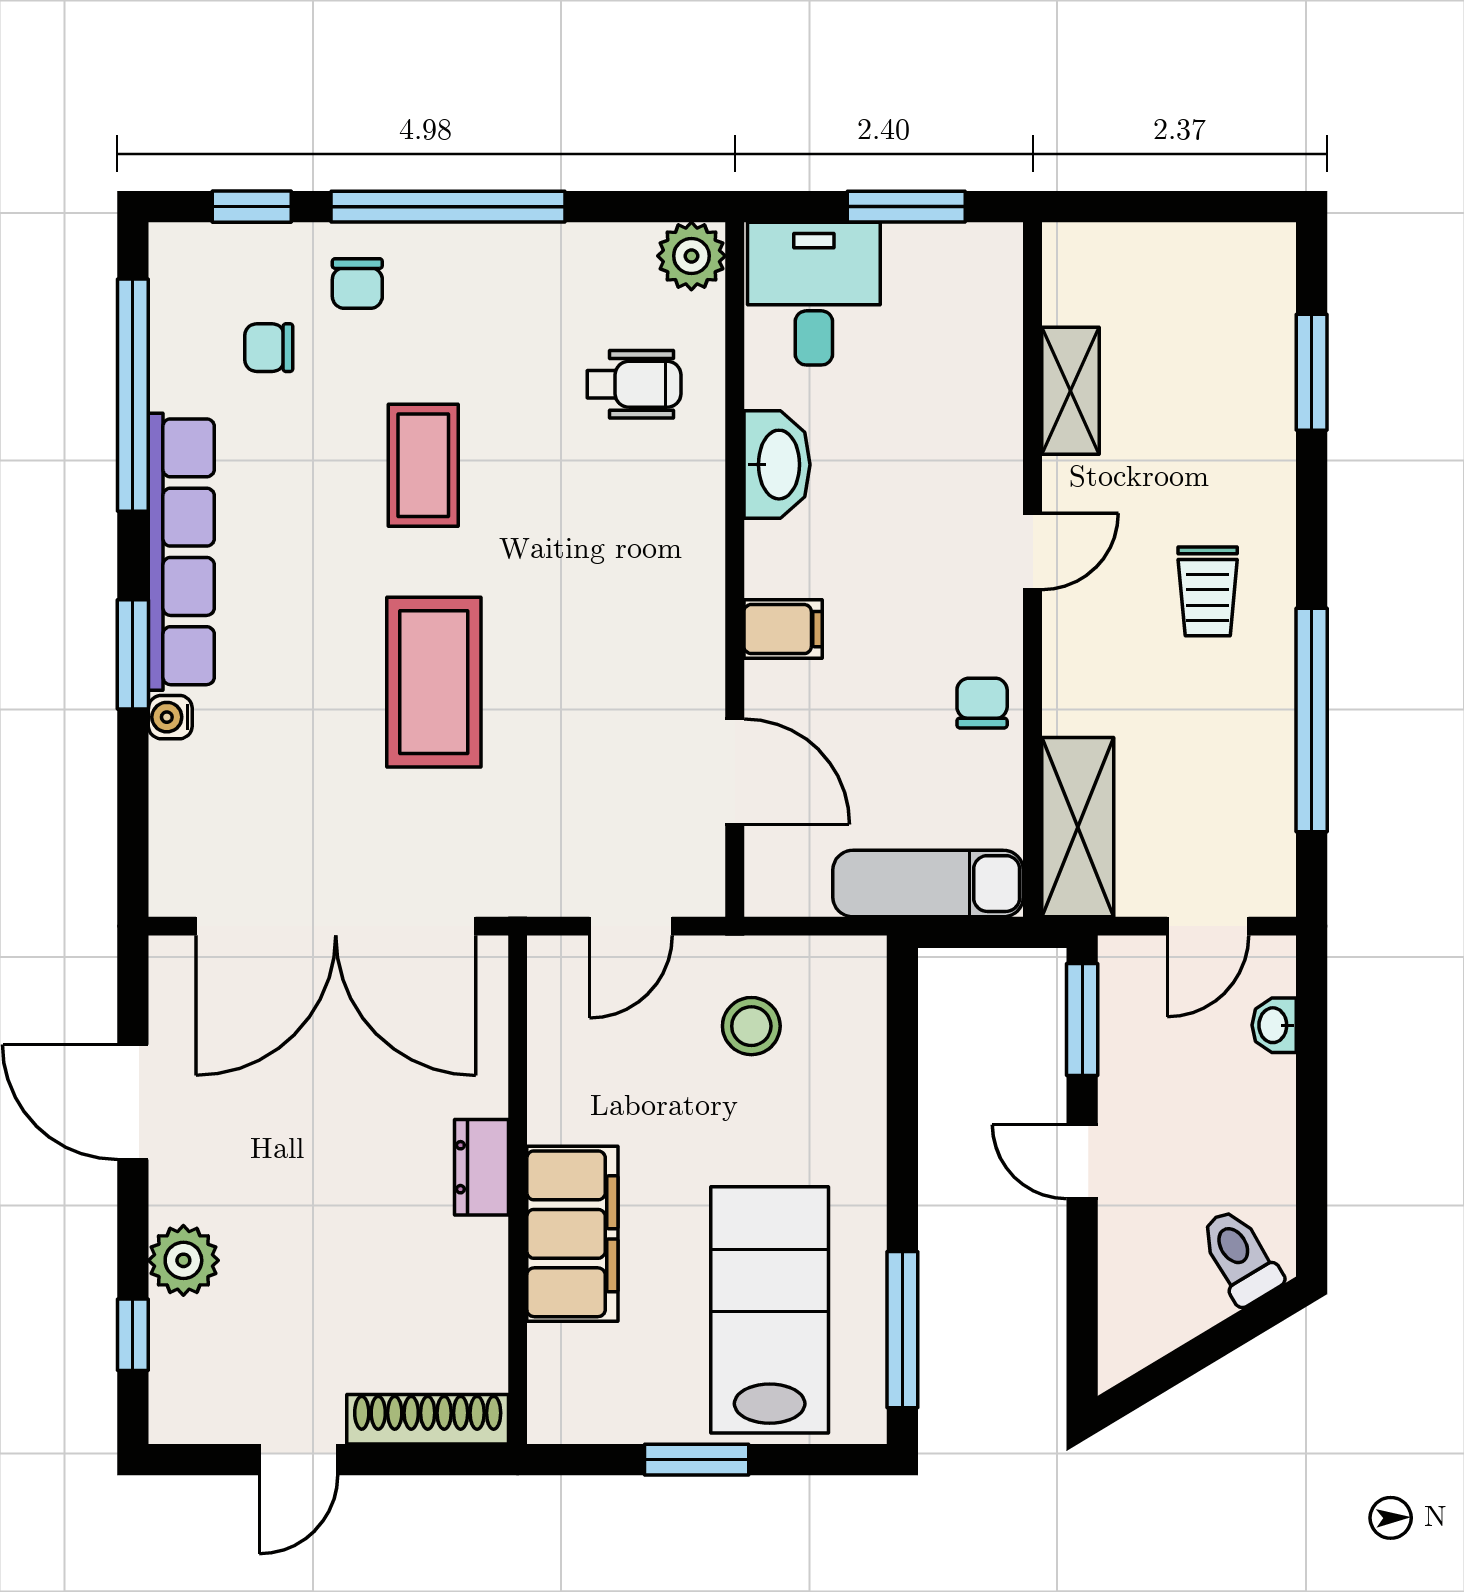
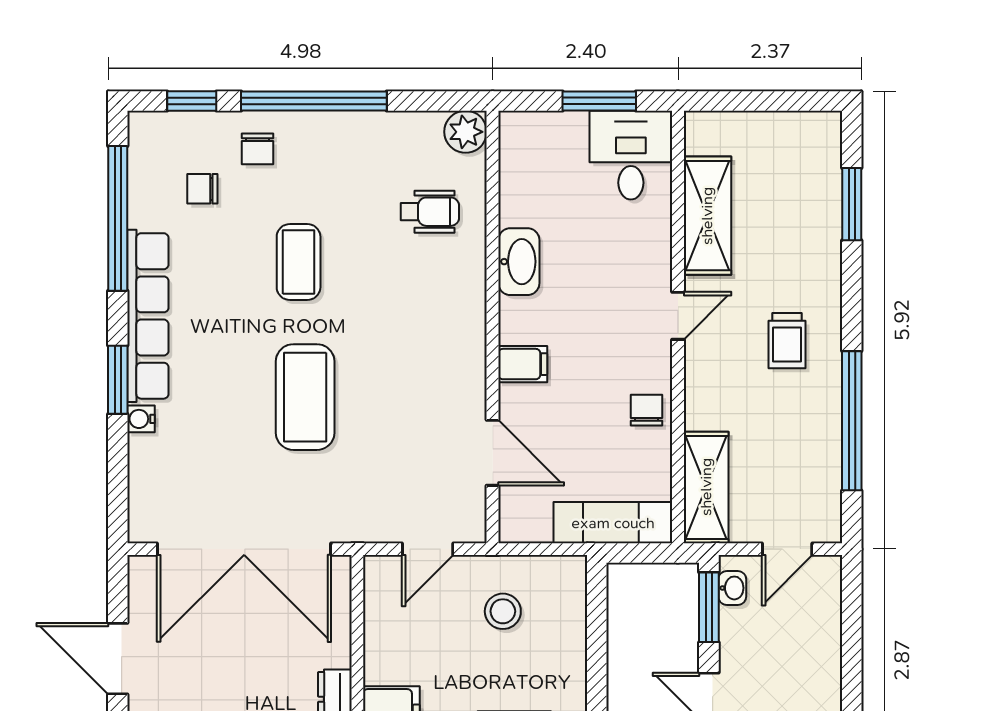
desk: (814, 294) -> (631, 155), moved
shelving: (1070, 391) -> (707, 216), width x1.50, depth x1.33
washbasin: (1274, 1025) -> (732, 588), moved, turned 180

